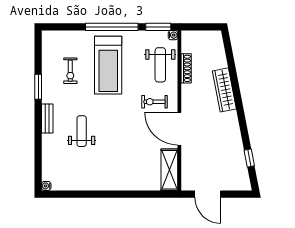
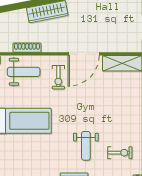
exercise bike: (70, 71) -> (120, 153), moved
weight bench: (82, 131) -> (86, 146), turned -90

